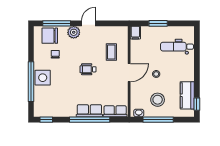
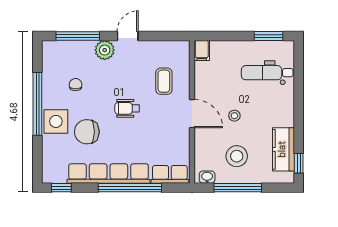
window: (158, 23) -> (268, 36), moved
chair: (50, 36) -> (87, 132), moved
door: (129, 73) -> (192, 114), hinge flipped
window: (31, 82) -> (37, 104), moved
row of seats: (89, 111) -> (108, 174), width x2.02

